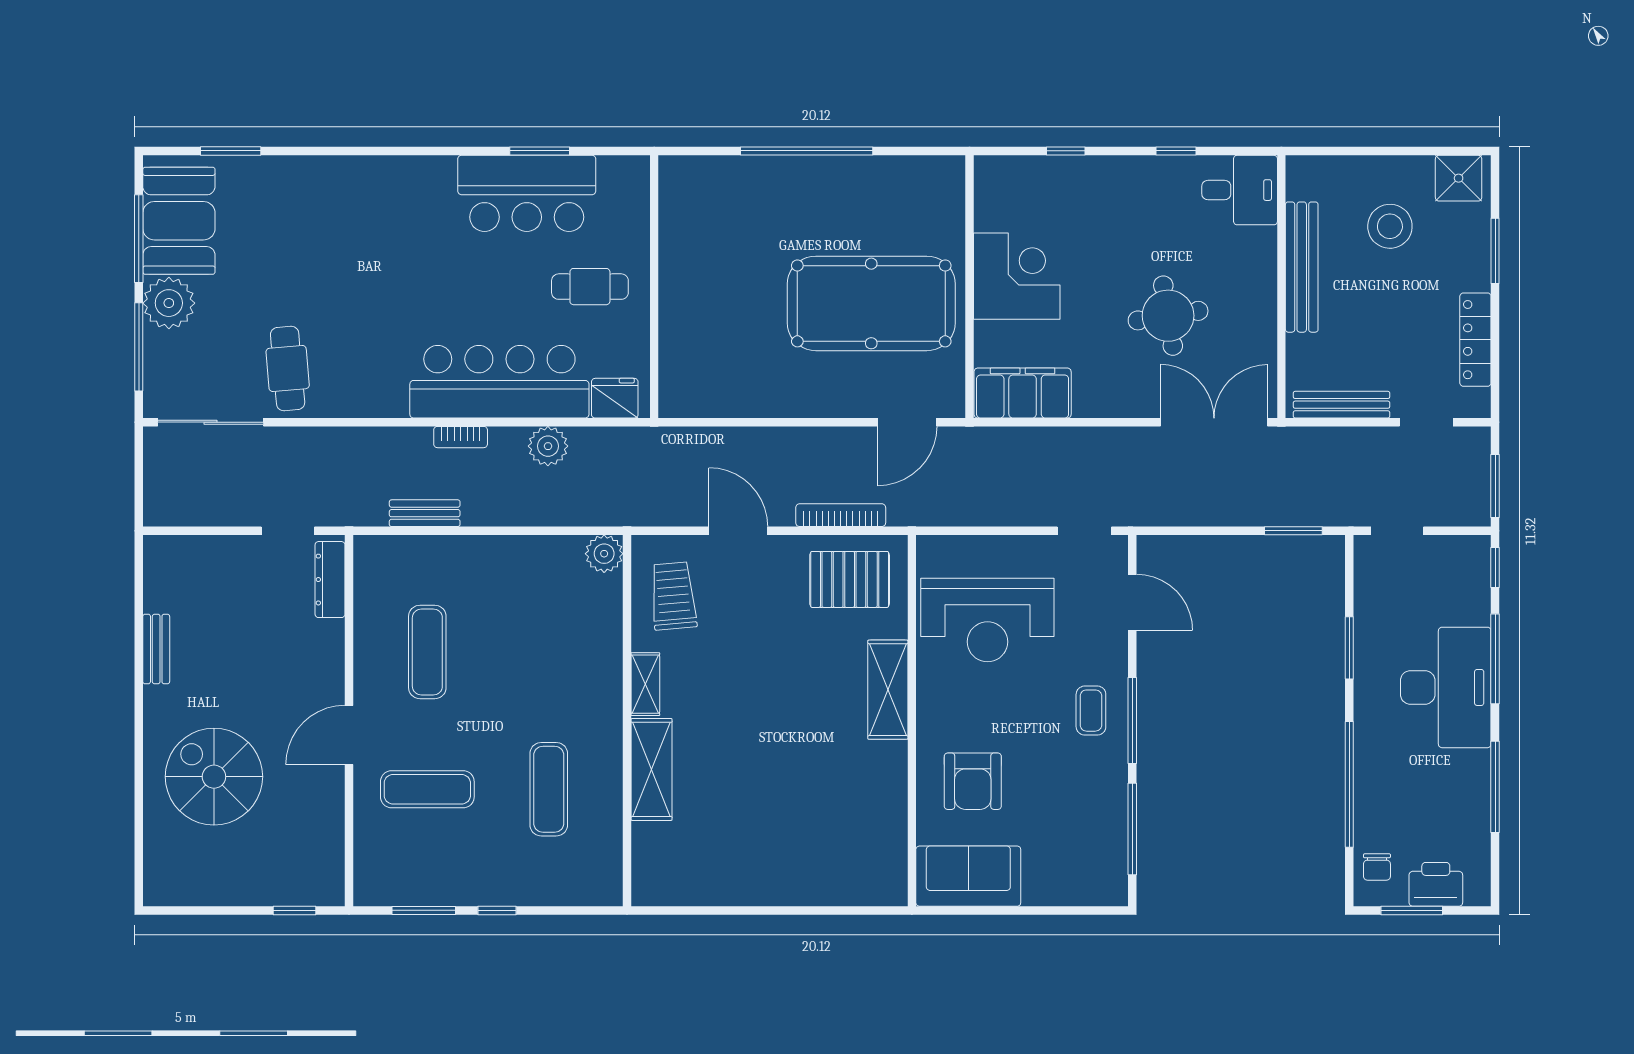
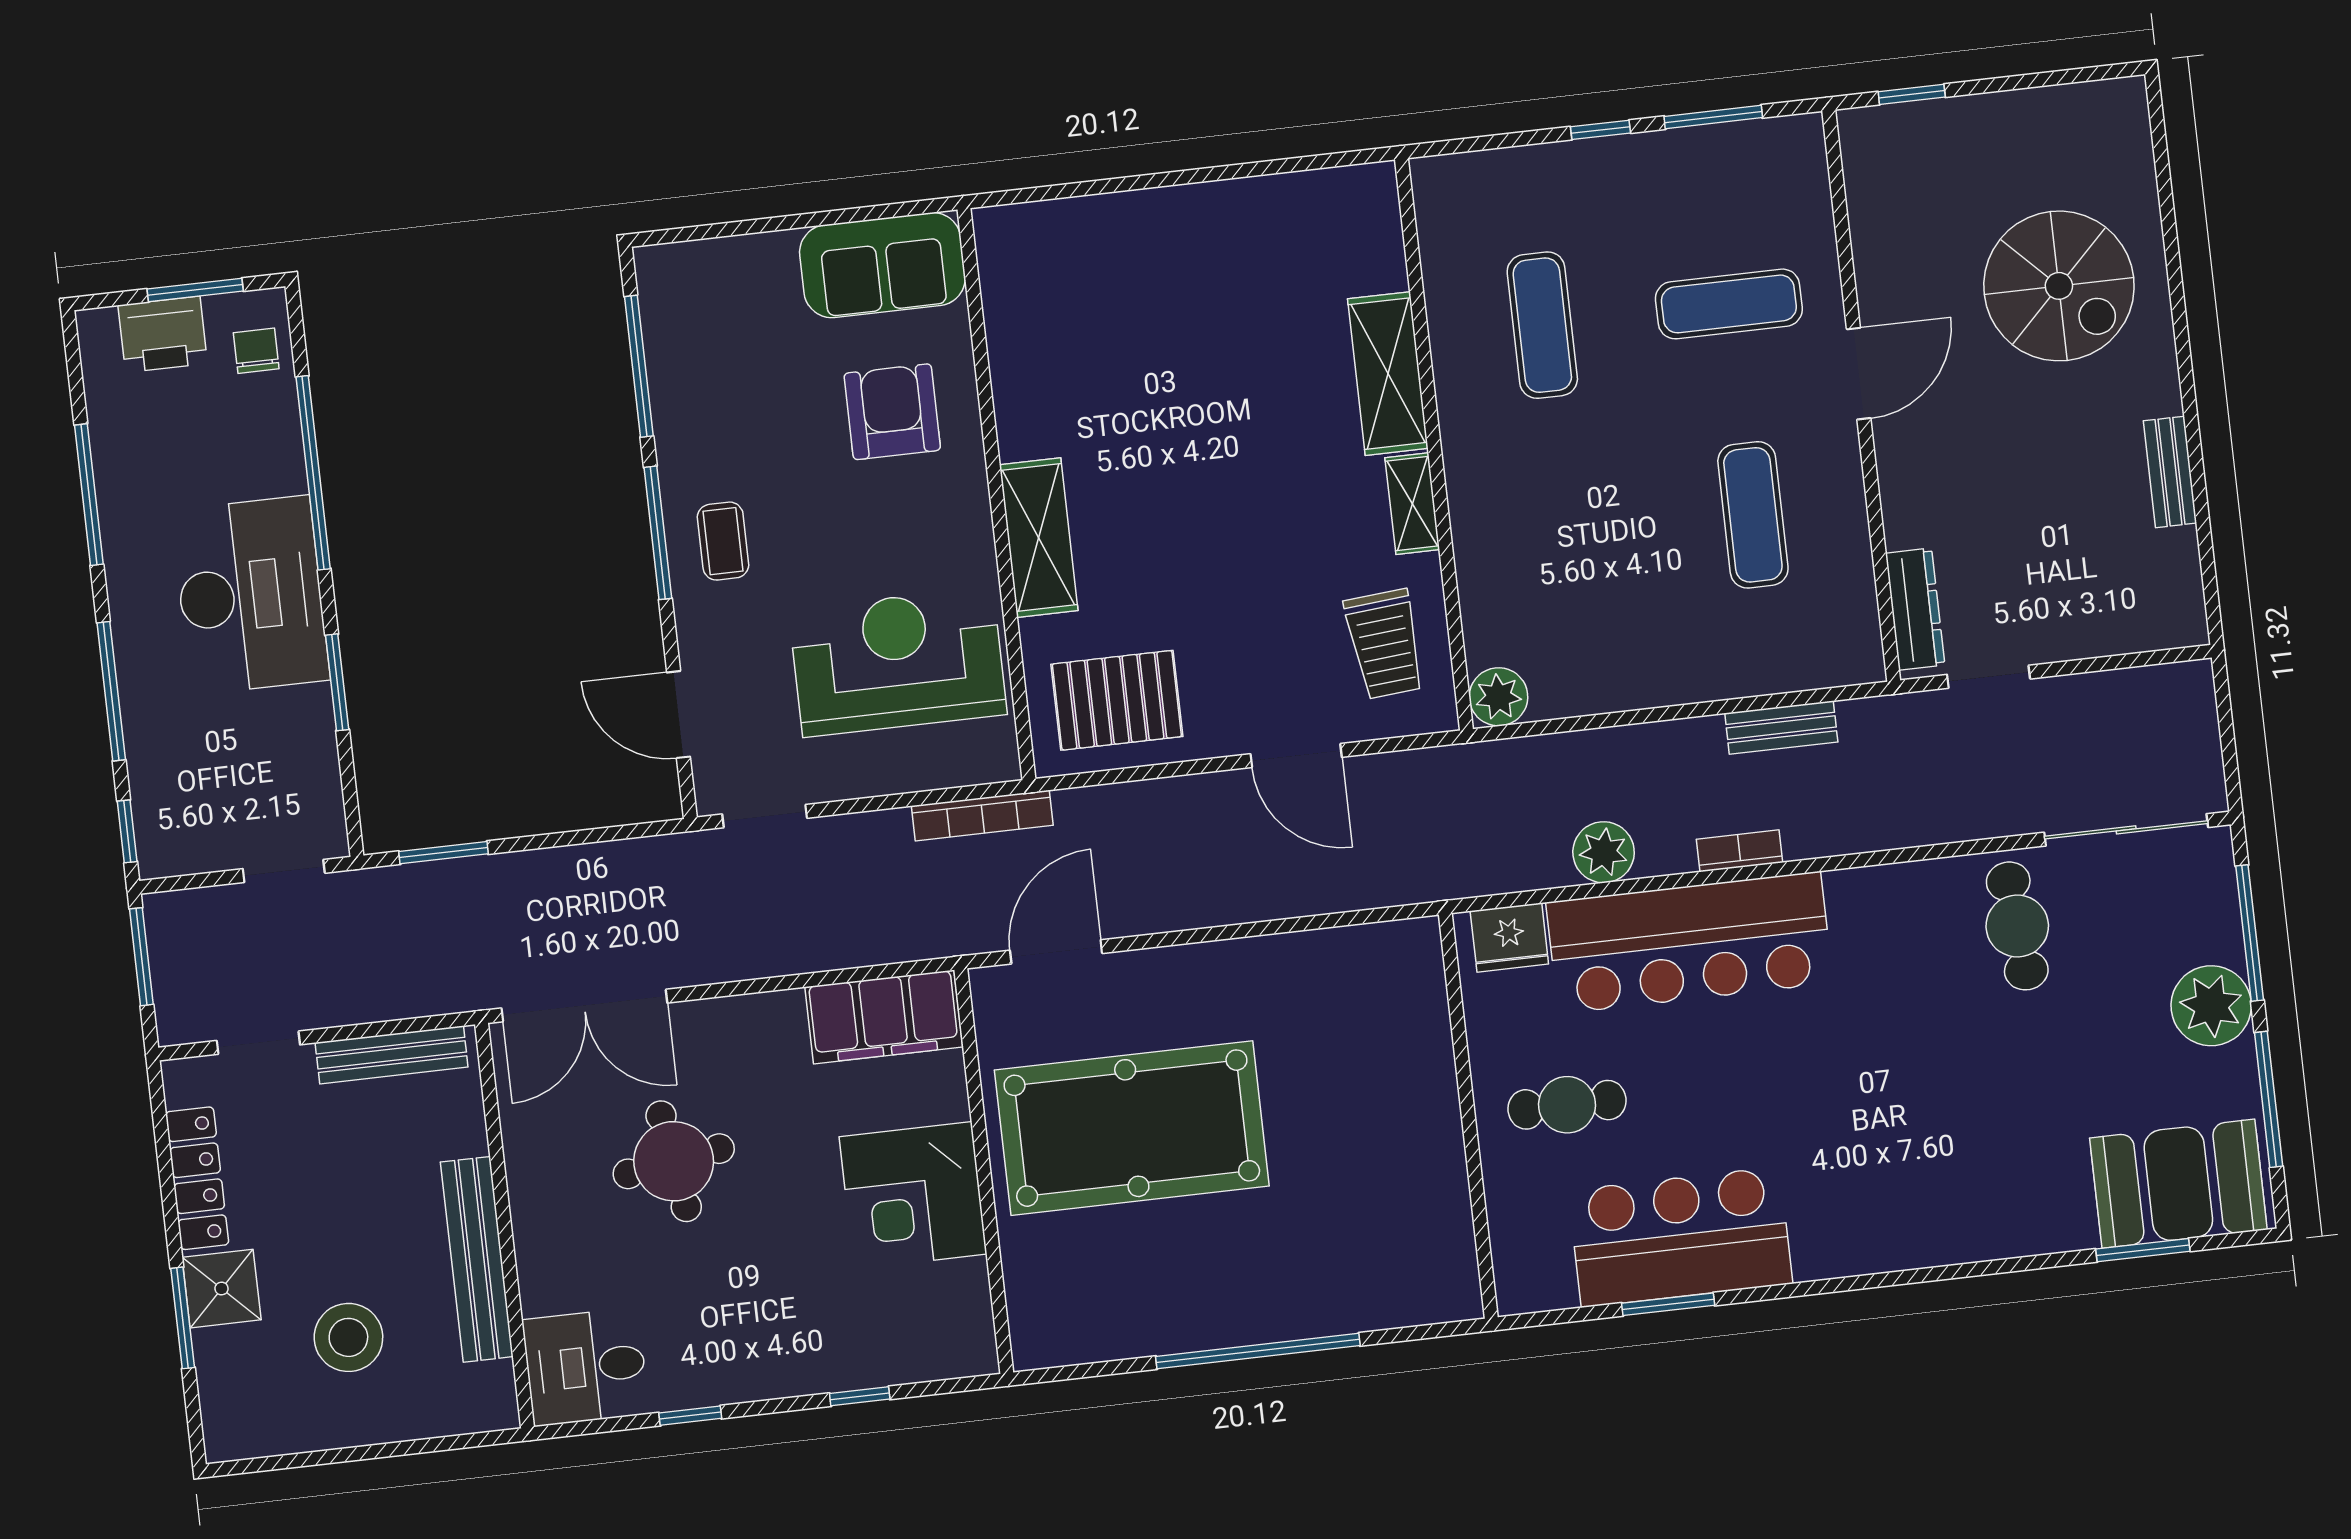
shower: (1459, 178) -> (222, 1289), moved
booth: (179, 221) -> (2178, 1184), moved, turned 90
bookcase: (841, 515) -> (982, 816), moved
desk: (1446, 687) -> (250, 595), moved, turned 180

